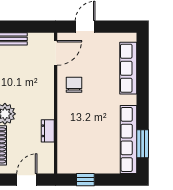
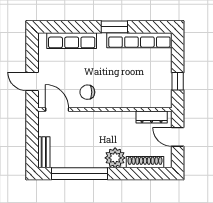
dresser: (48, 131) -> (152, 117), moved, width x1.44
window: (143, 144) -> (114, 27), moved

